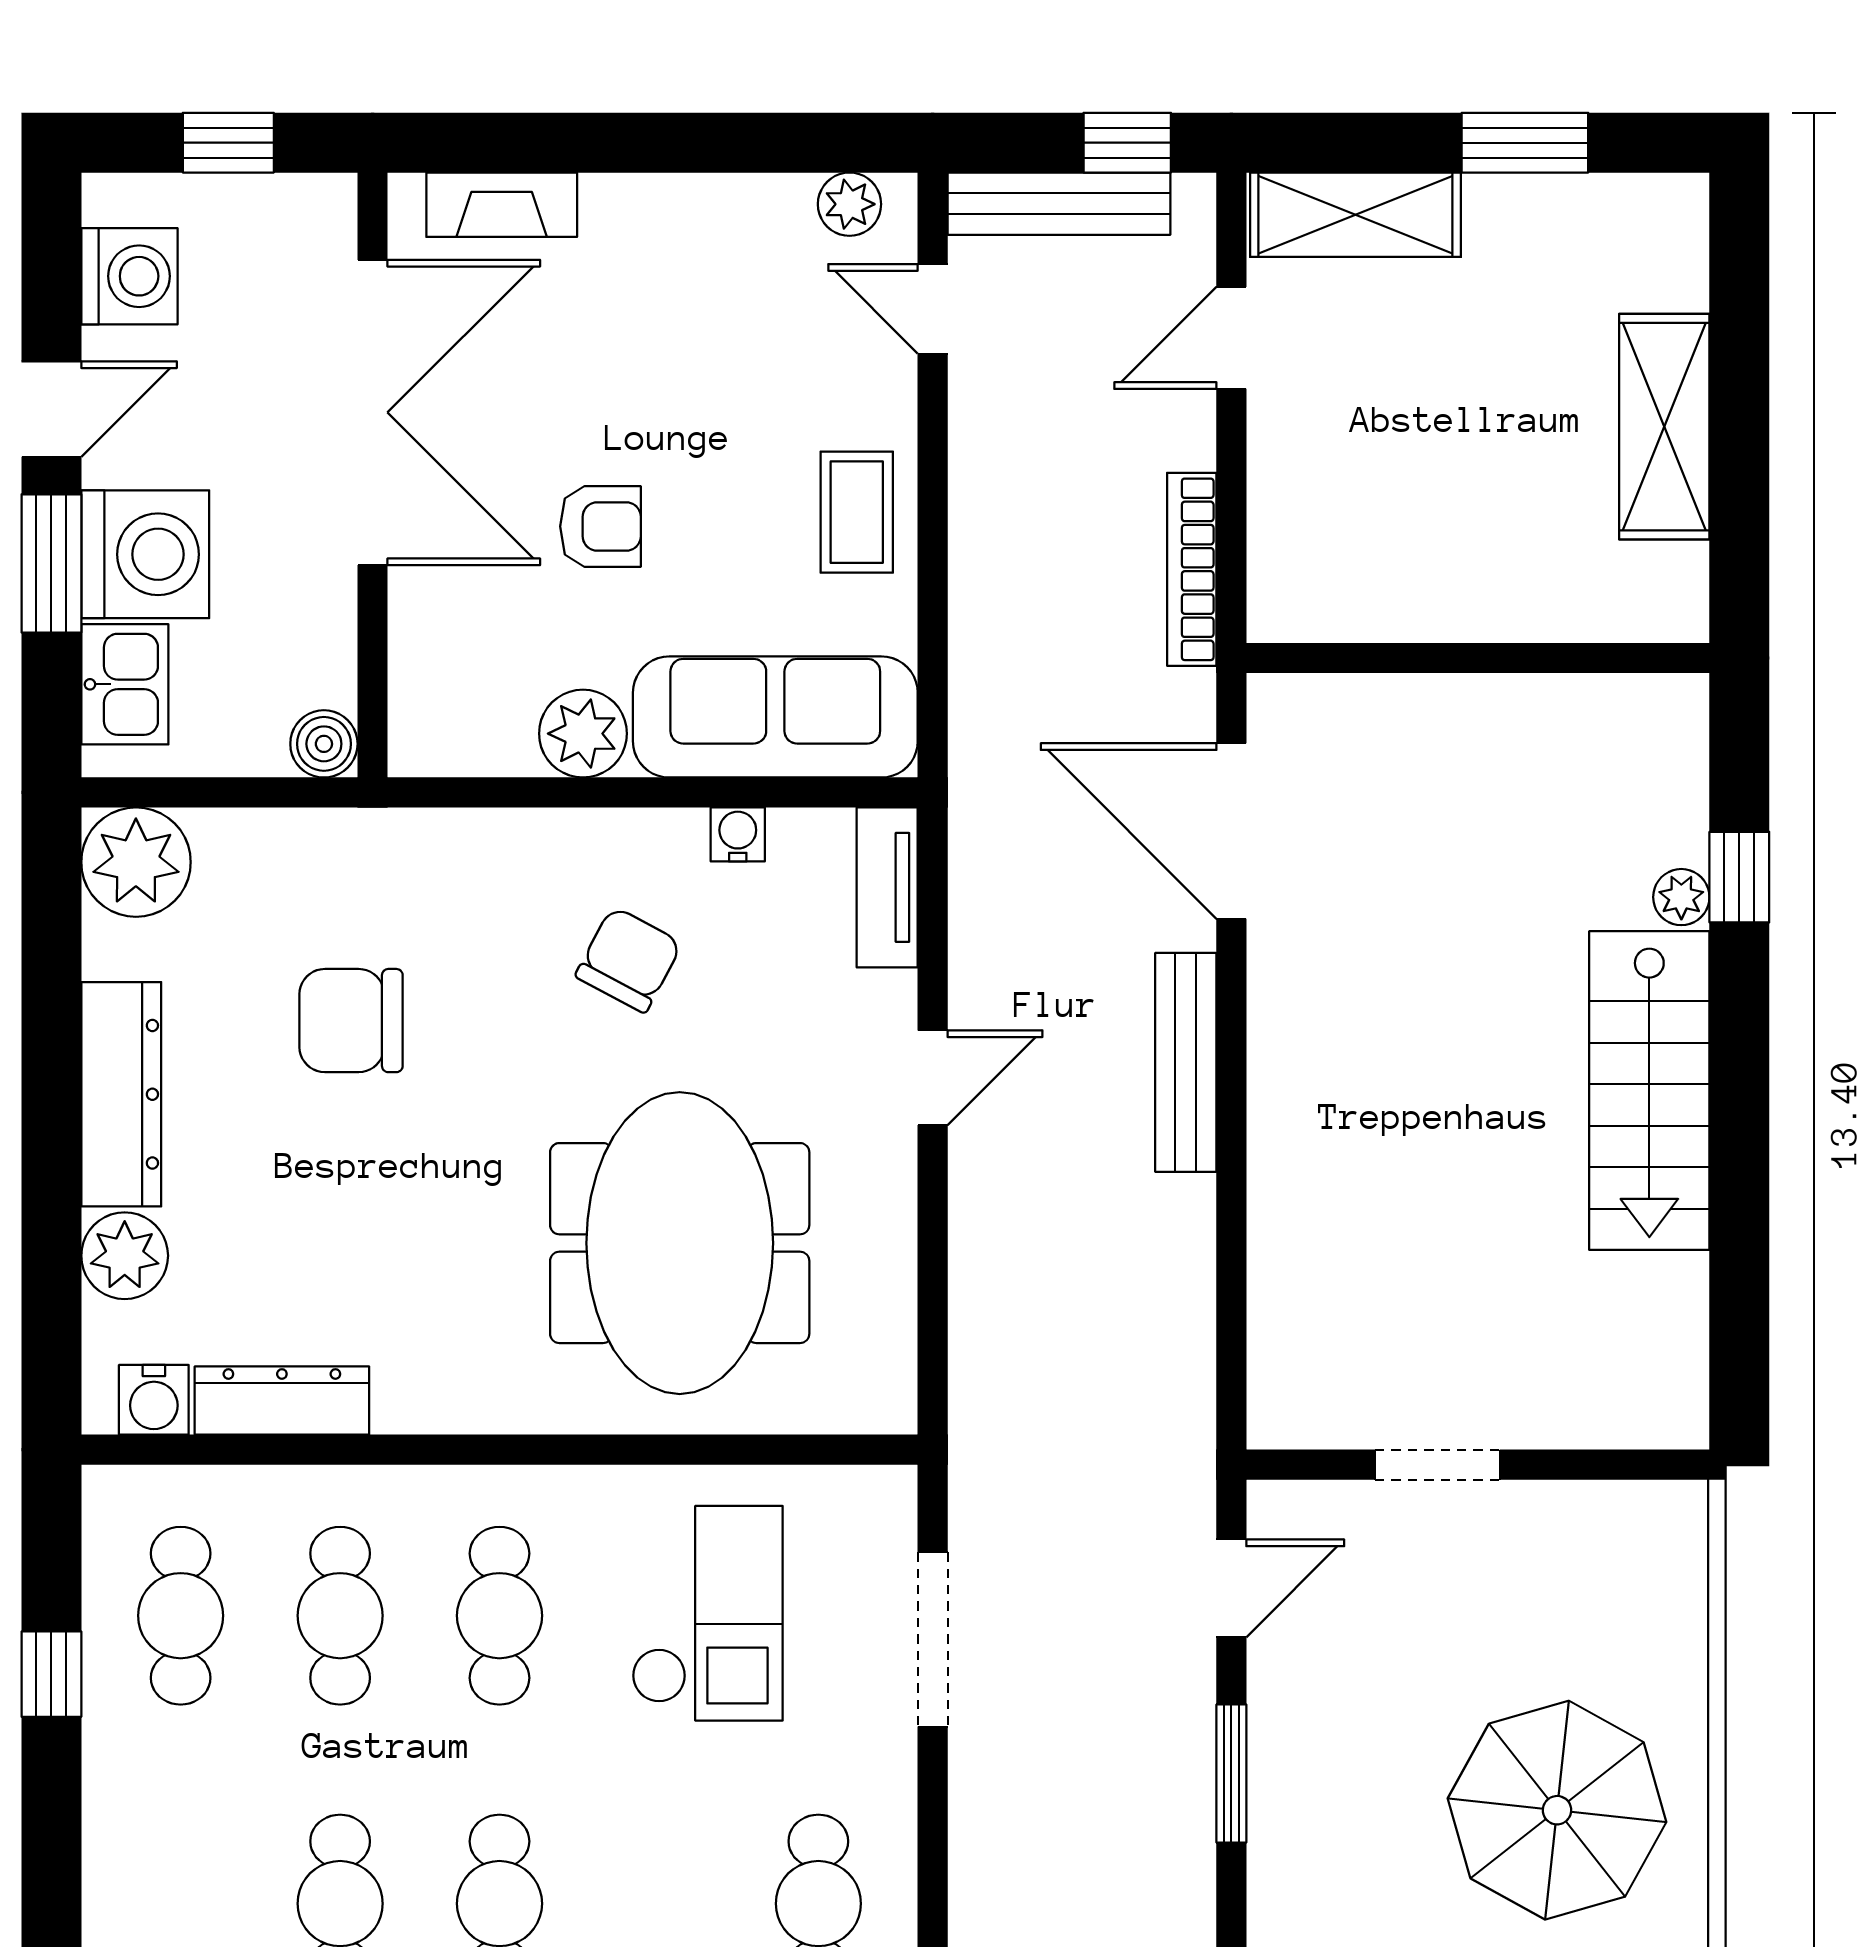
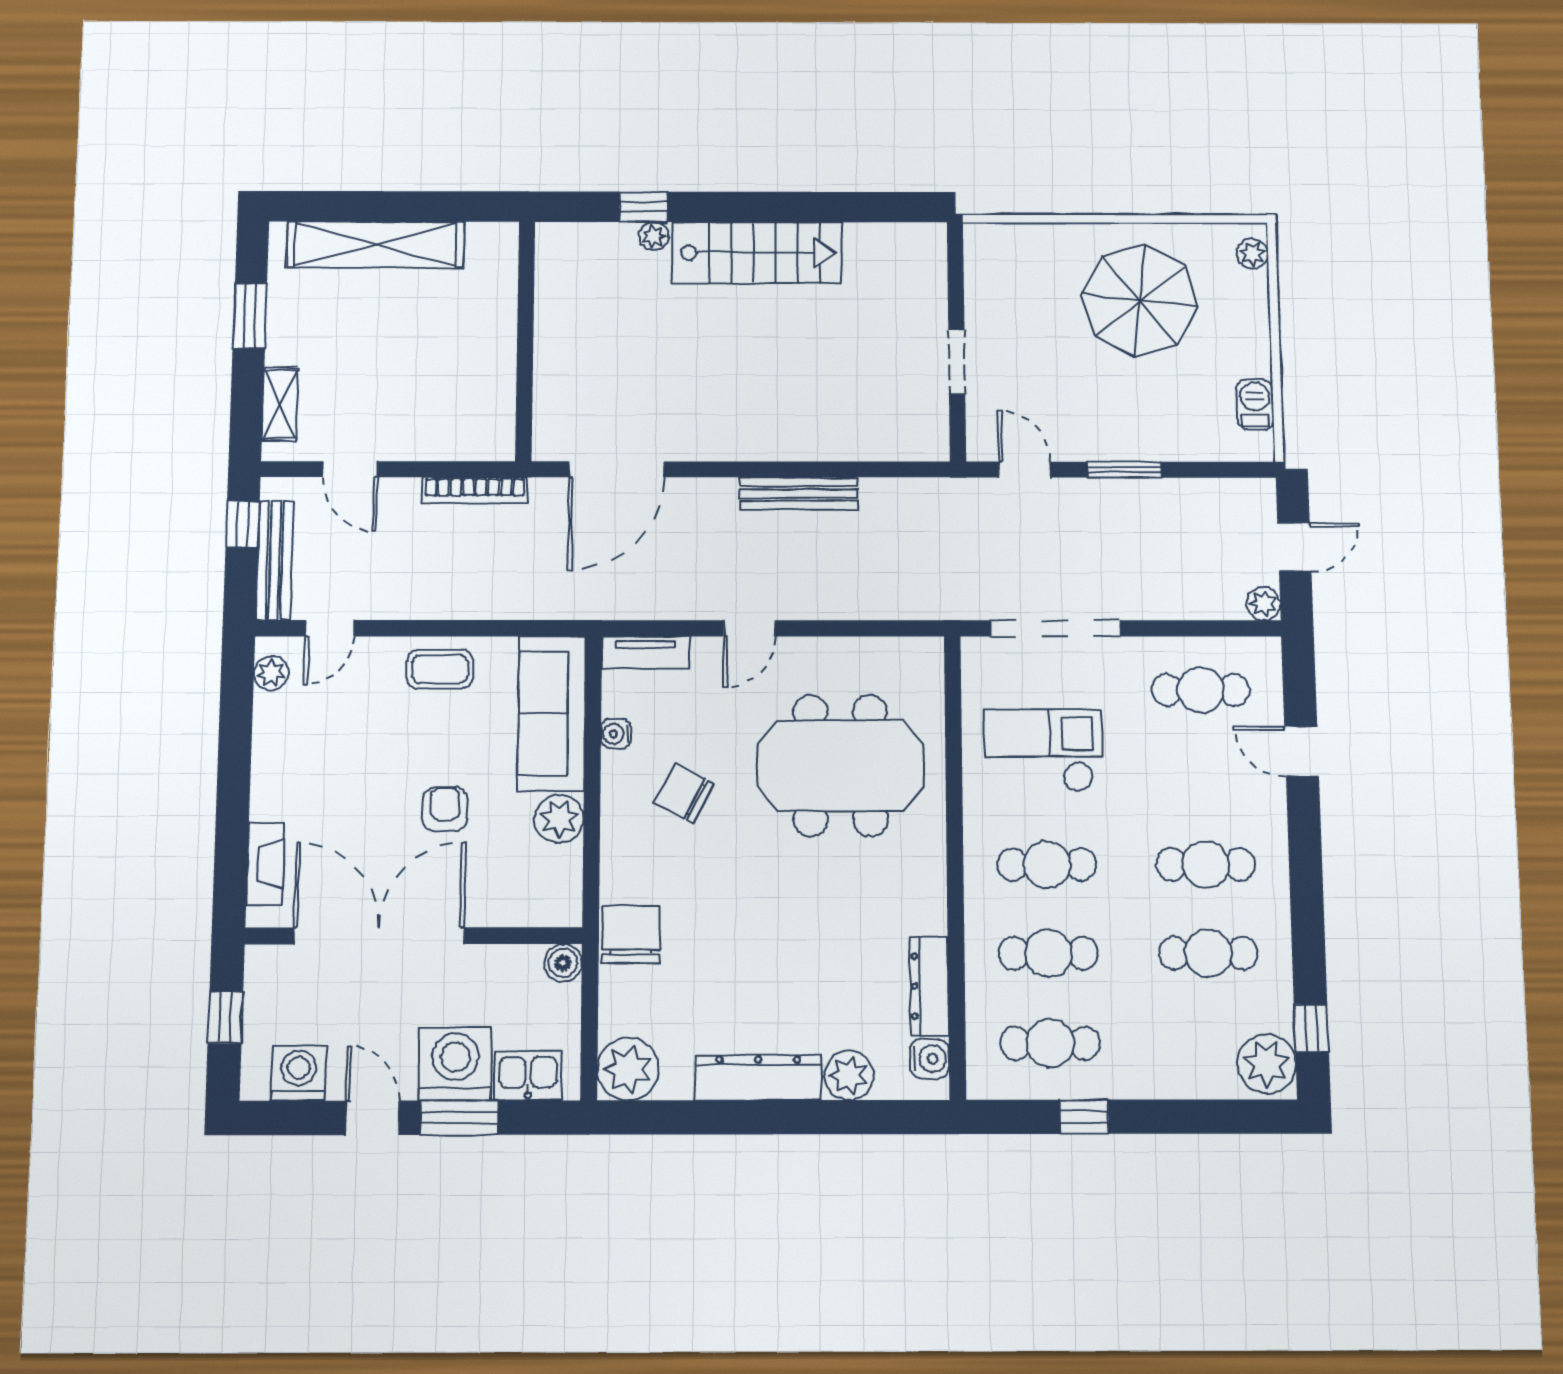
shelving: (1355, 215) -> (280, 404), width x0.67, depth x0.75
shelving: (1664, 427) -> (376, 245), width x1.47
chair: (351, 1021) -> (631, 934), moved, turned 180
bench: (1186, 1062) -> (799, 493), moved
door: (933, 1078) -> (750, 628), swing flipped
doorway: (933, 1639) -> (1055, 628), width x1.36

